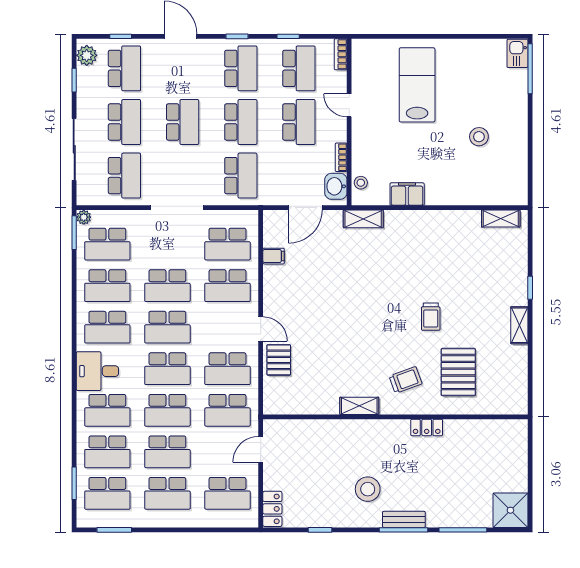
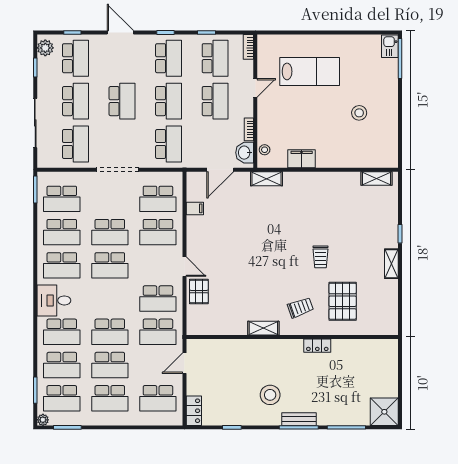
lab bench: (417, 85) -> (310, 71), turned 90
door: (349, 105) -> (255, 88), swing flipped
plant: (84, 217) -> (43, 420), moved
school desk: (167, 369) -> (110, 299), removed

